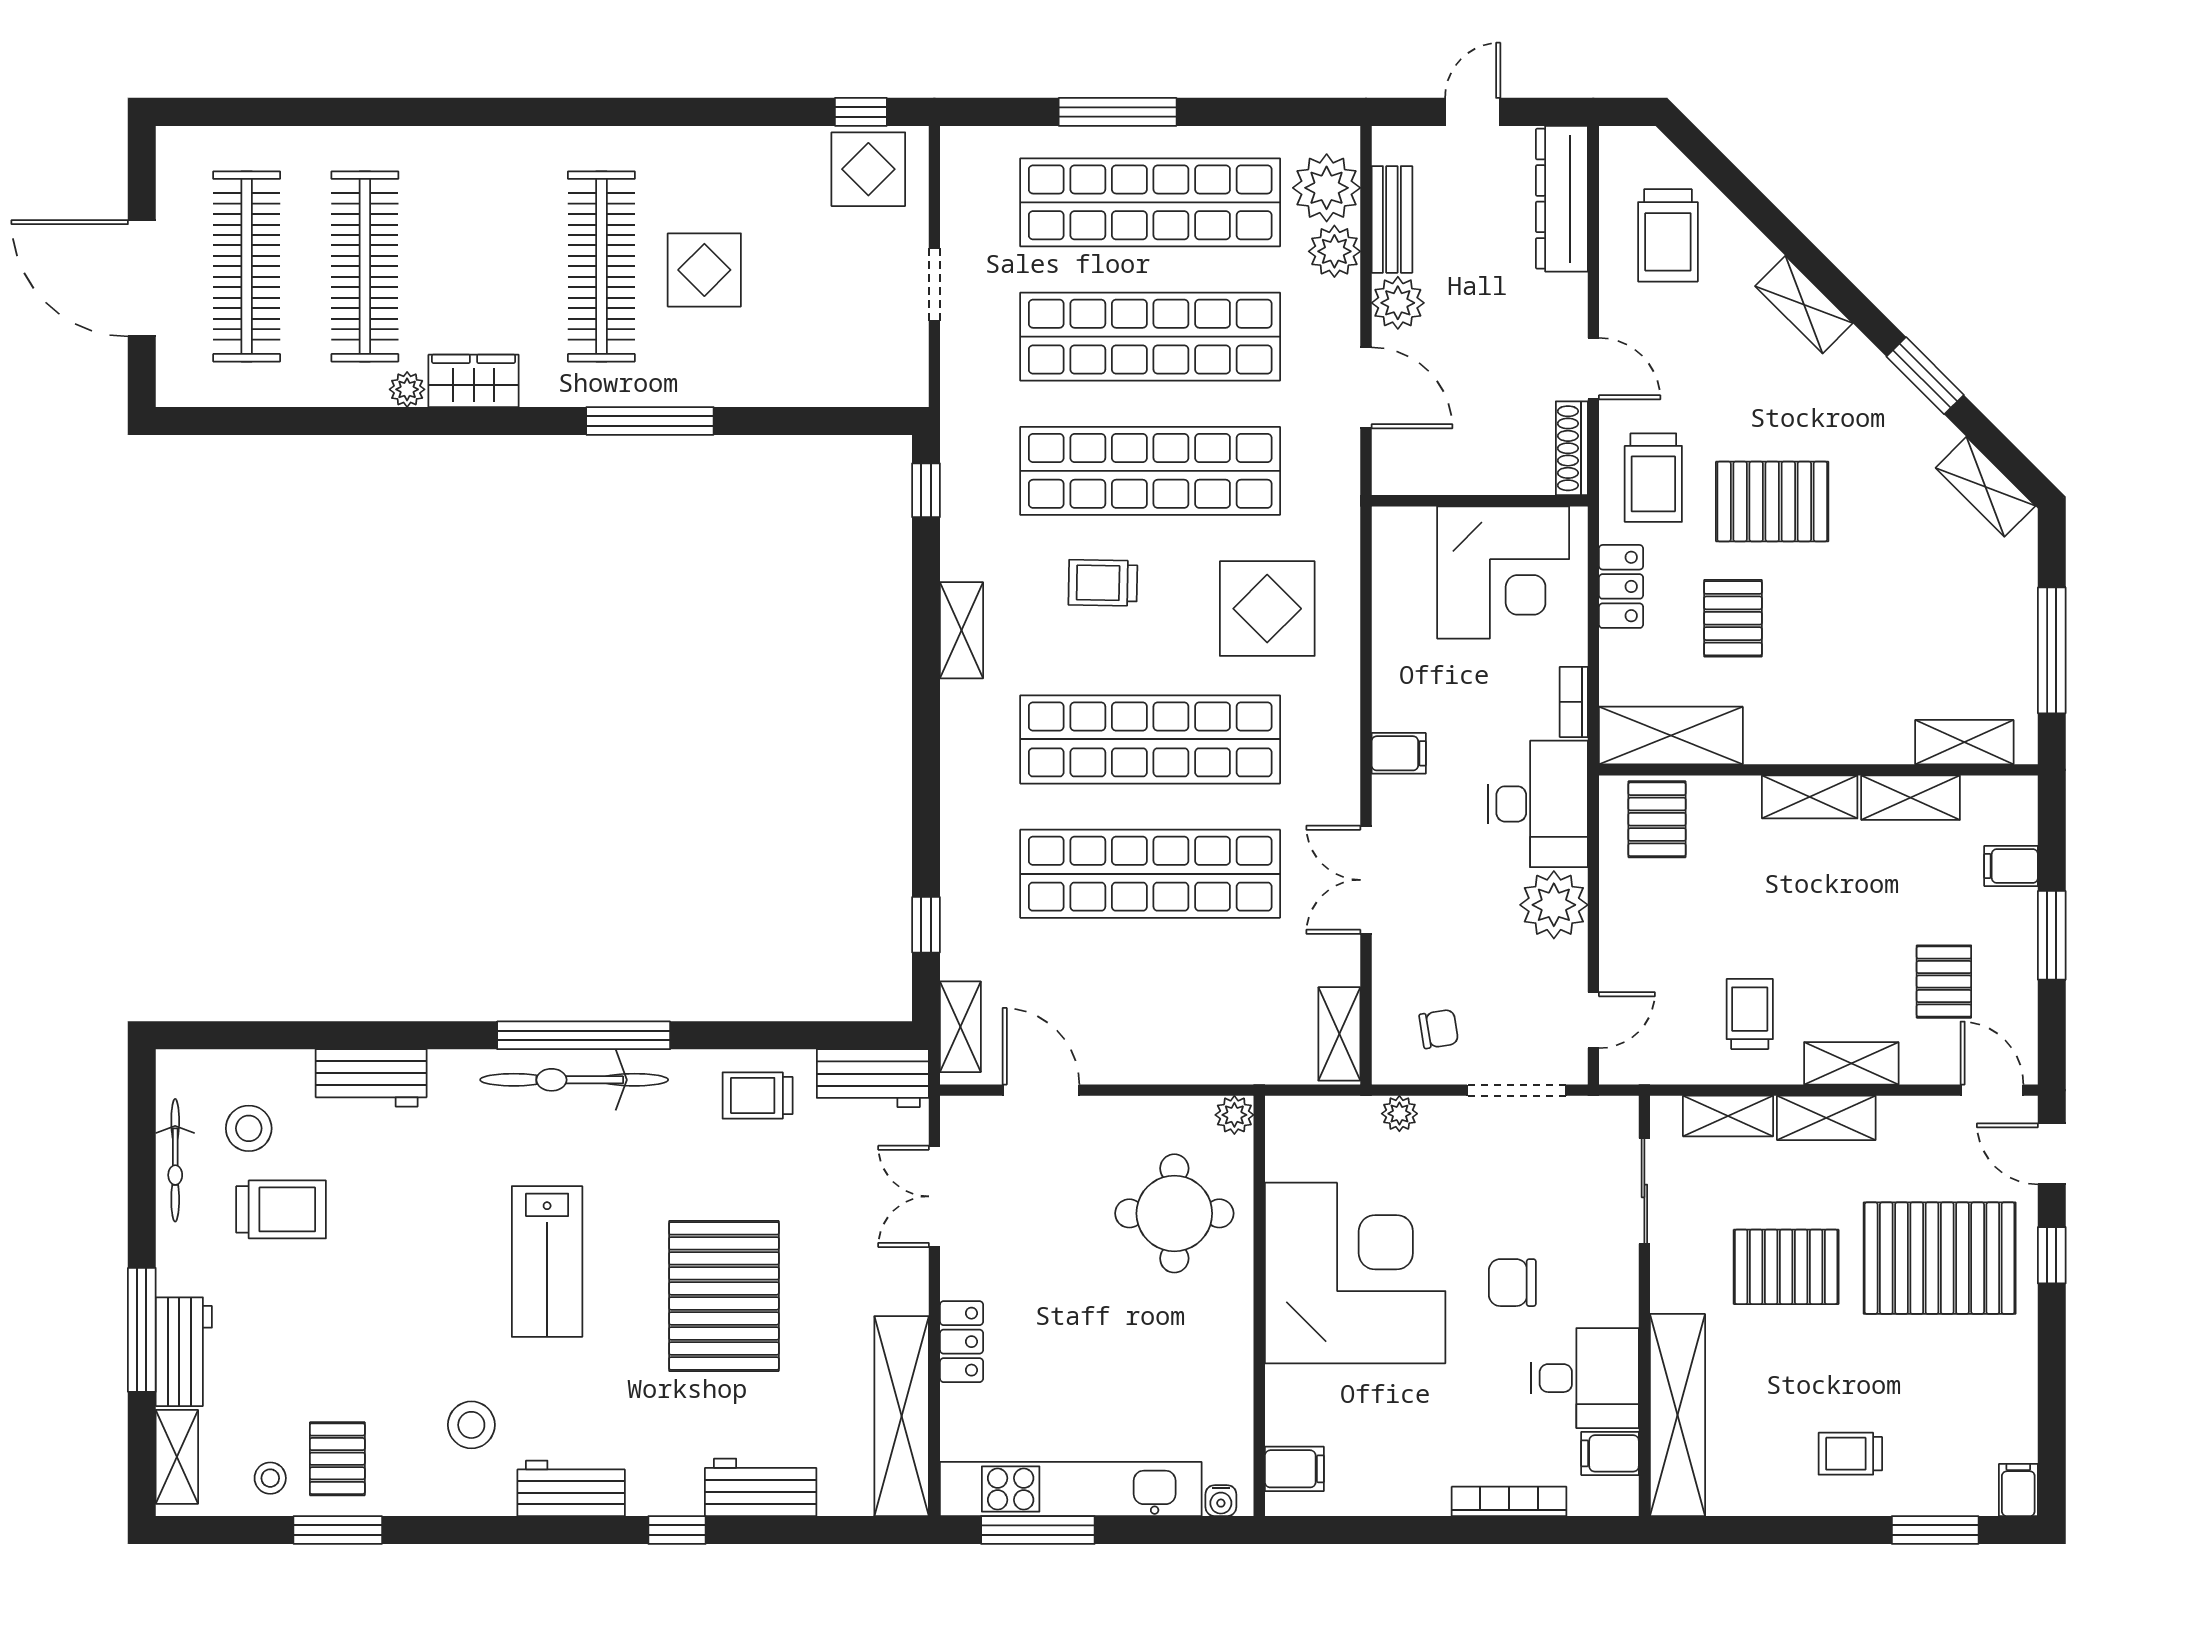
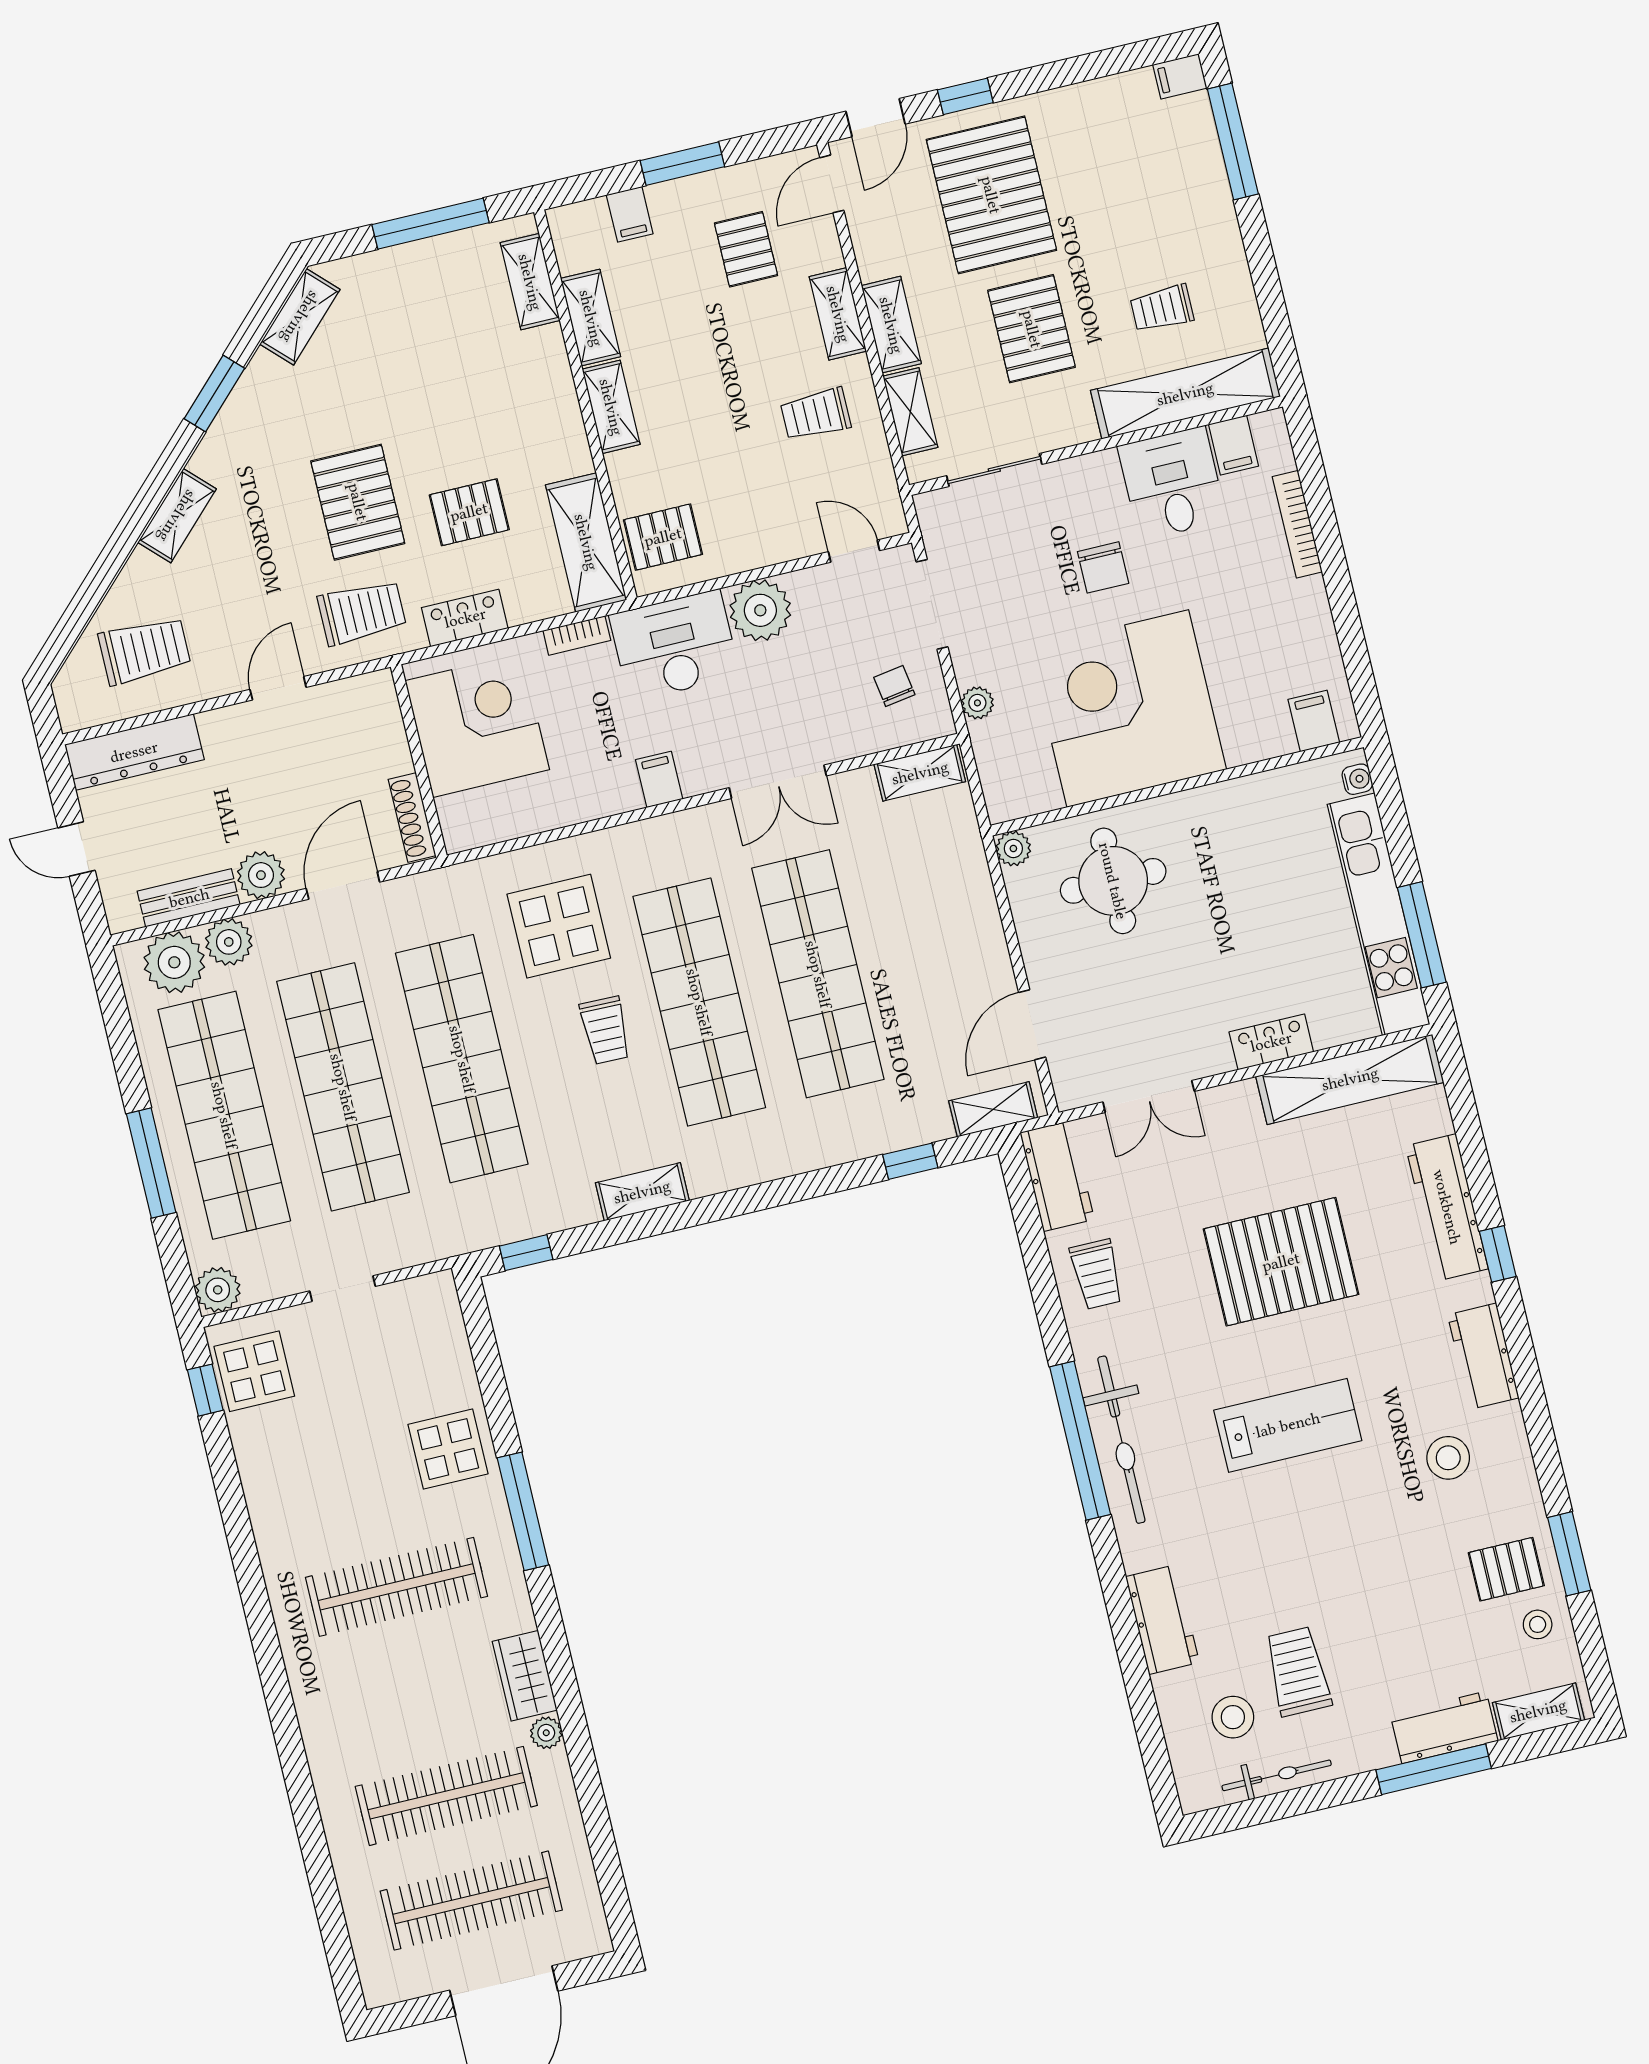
plant: (965, 151) -> (218, 1290), added
display table: (704, 270) -> (448, 1449), moved
shoe rack: (1572, 448) -> (412, 817), moved, turned 90
trolley: (1103, 583) -> (605, 1030), moved
pallet: (1944, 982) -> (746, 249), turned 90
trolley: (1850, 1454) -> (1162, 308), moved, turned 90
workbench: (761, 1487) -> (1447, 1207), width x1.38
window: (1935, 1530) -> (1233, 142), width x1.44

